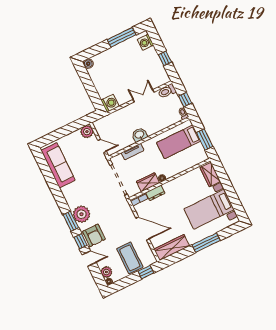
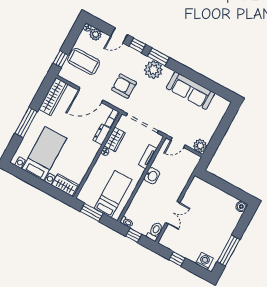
washing machine: (110, 103) -> (197, 185), removed
sofa: (58, 165) -> (191, 91), moved
armchair: (94, 235) -> (124, 86), moved

